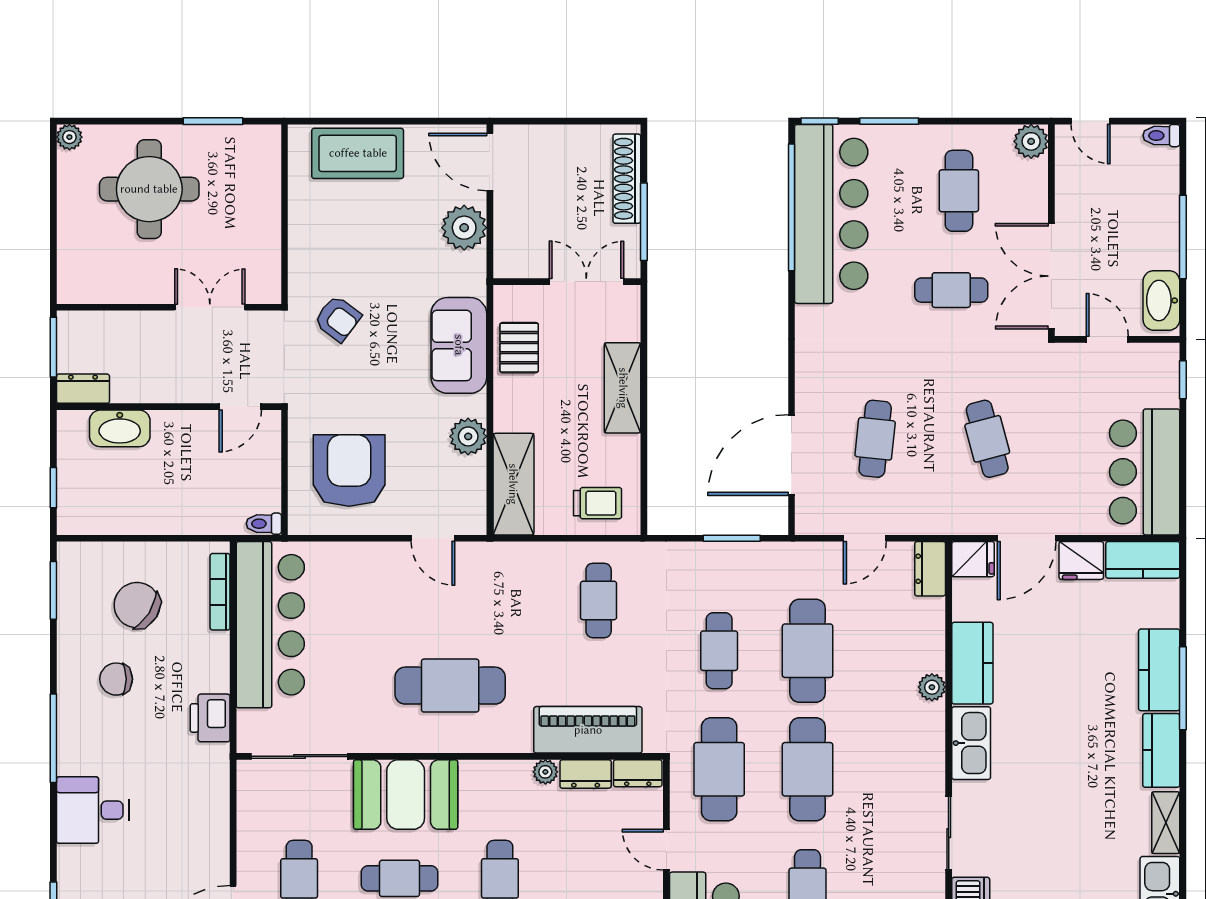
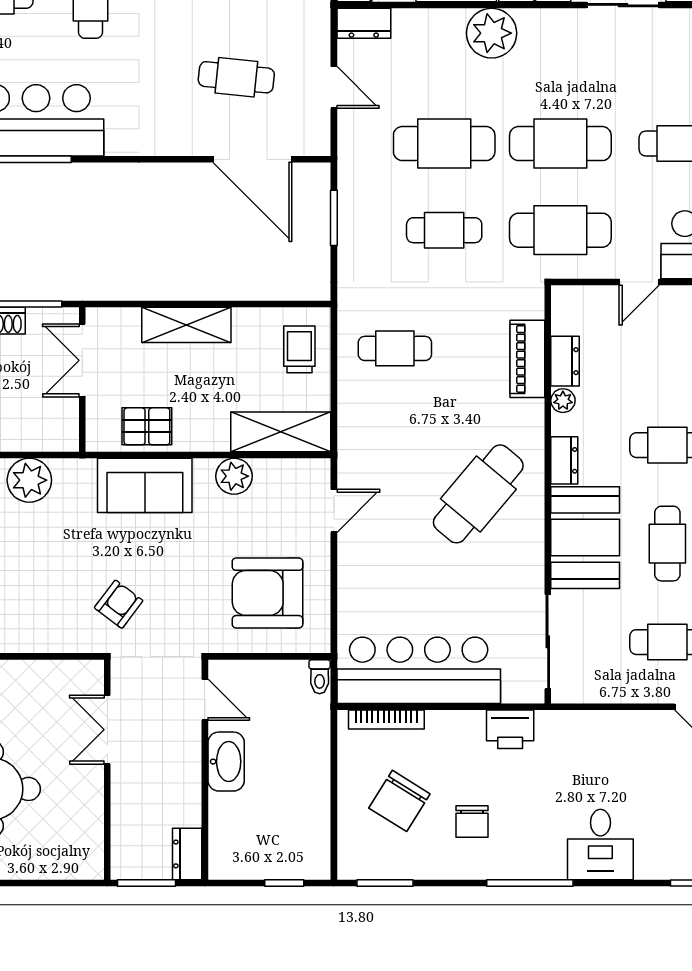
washbasin: (120, 428) -> (226, 762), moved
cafe table: (450, 686) -> (478, 494), turned 40
plant: (932, 687) -> (492, 33), width x1.87, depth x1.87
piano: (588, 730) -> (527, 359), width x0.73, depth x0.75
dresser: (638, 773) -> (564, 460), moved

